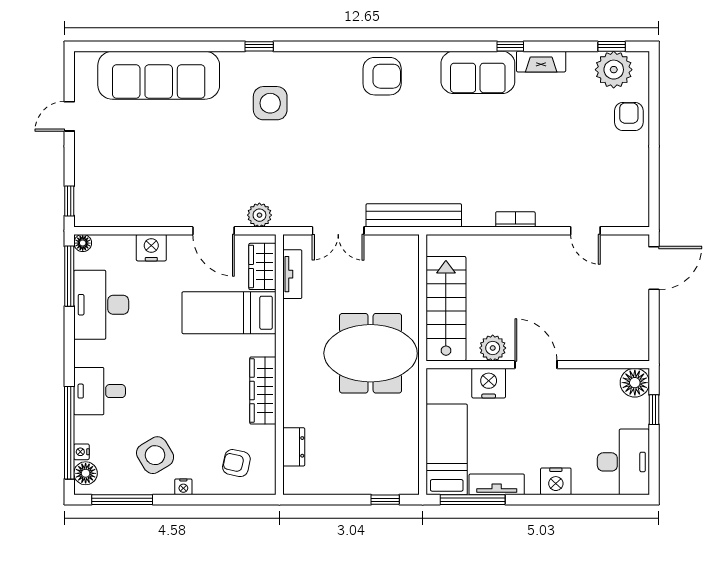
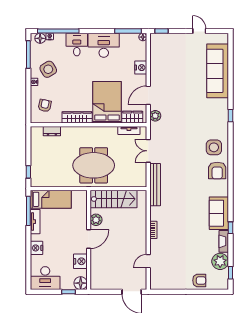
plant: (614, 70) -> (220, 261), moved
side table: (270, 103) -> (214, 147), moved
desk: (101, 305) -> (104, 45), moved
bed: (229, 313) -> (107, 102), width x1.50
meeting table: (371, 353) -> (94, 165), turned 90
nightstand: (489, 383) -> (80, 261), moved

